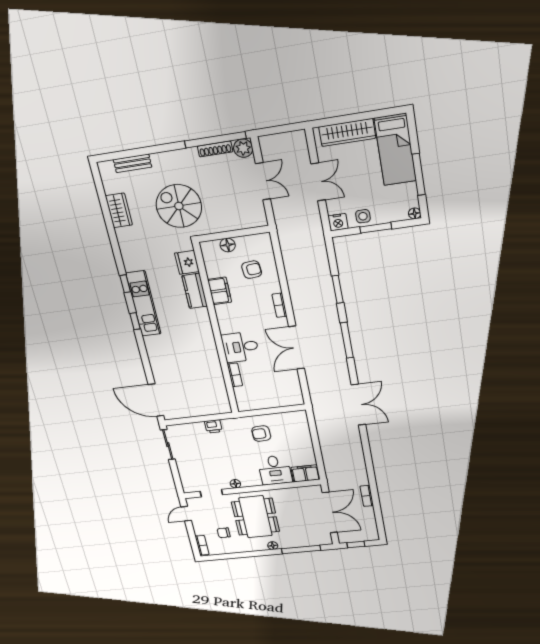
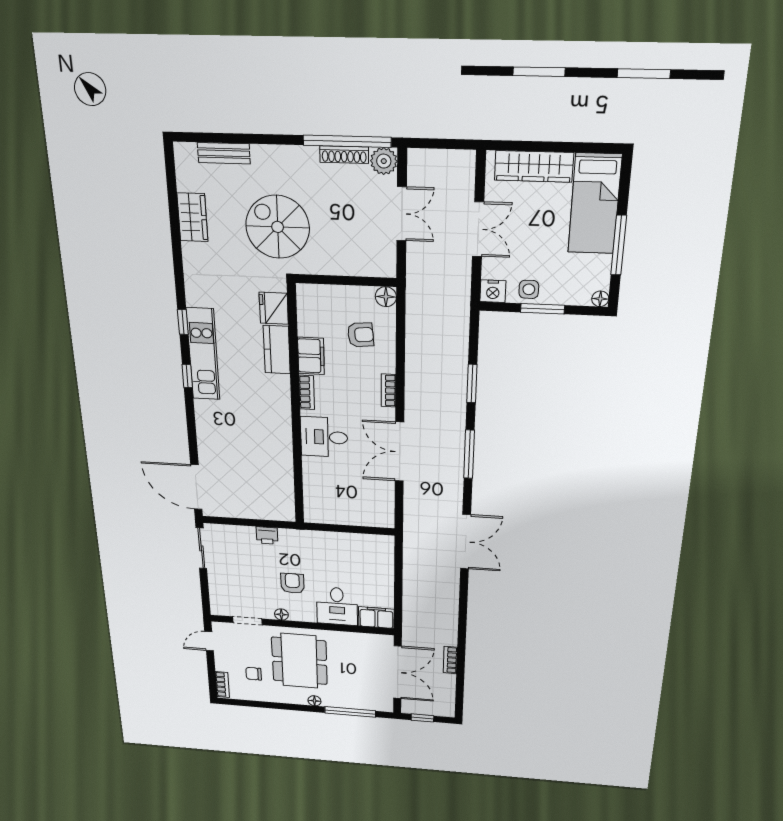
floor lamp: (228, 245) -> (386, 297), moved
bookcase: (235, 375) -> (307, 392), moved
armchair: (261, 433) -> (292, 583), moved, turned 92

